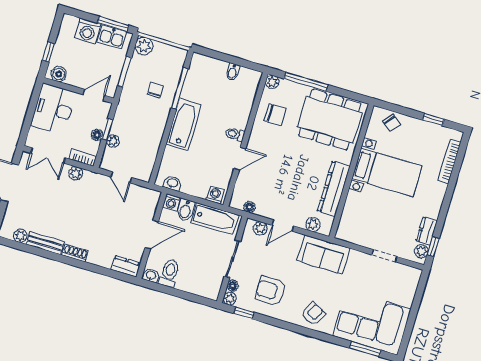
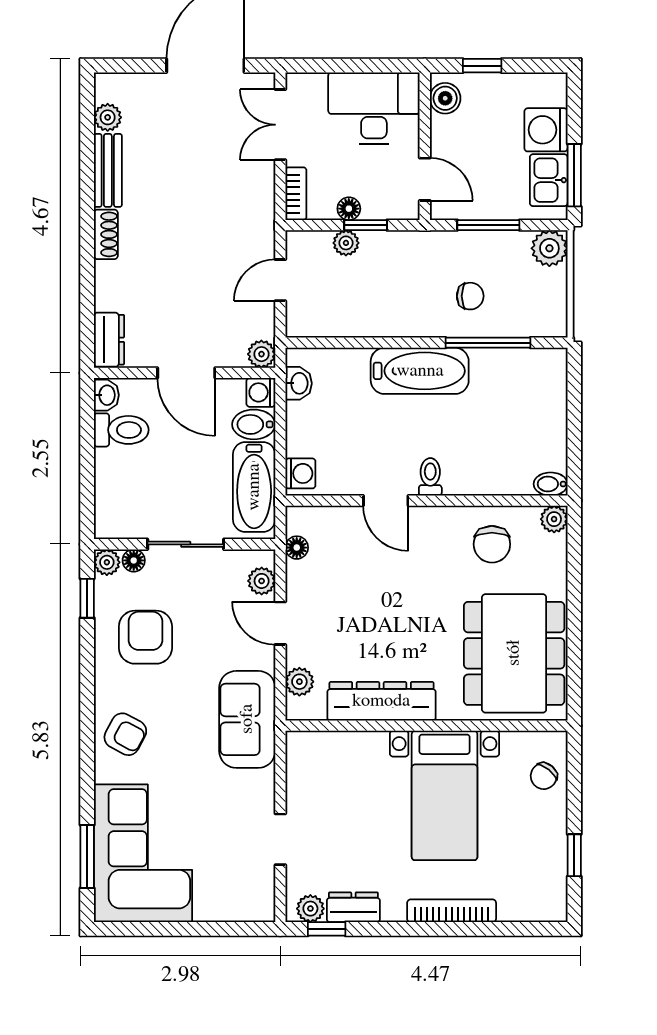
bidet: (233, 72) -> (551, 484), moved
window: (306, 82) -> (574, 585), removed
bookcase: (449, 161) -> (452, 911), moved
plant: (76, 173) -> (261, 354), moved

